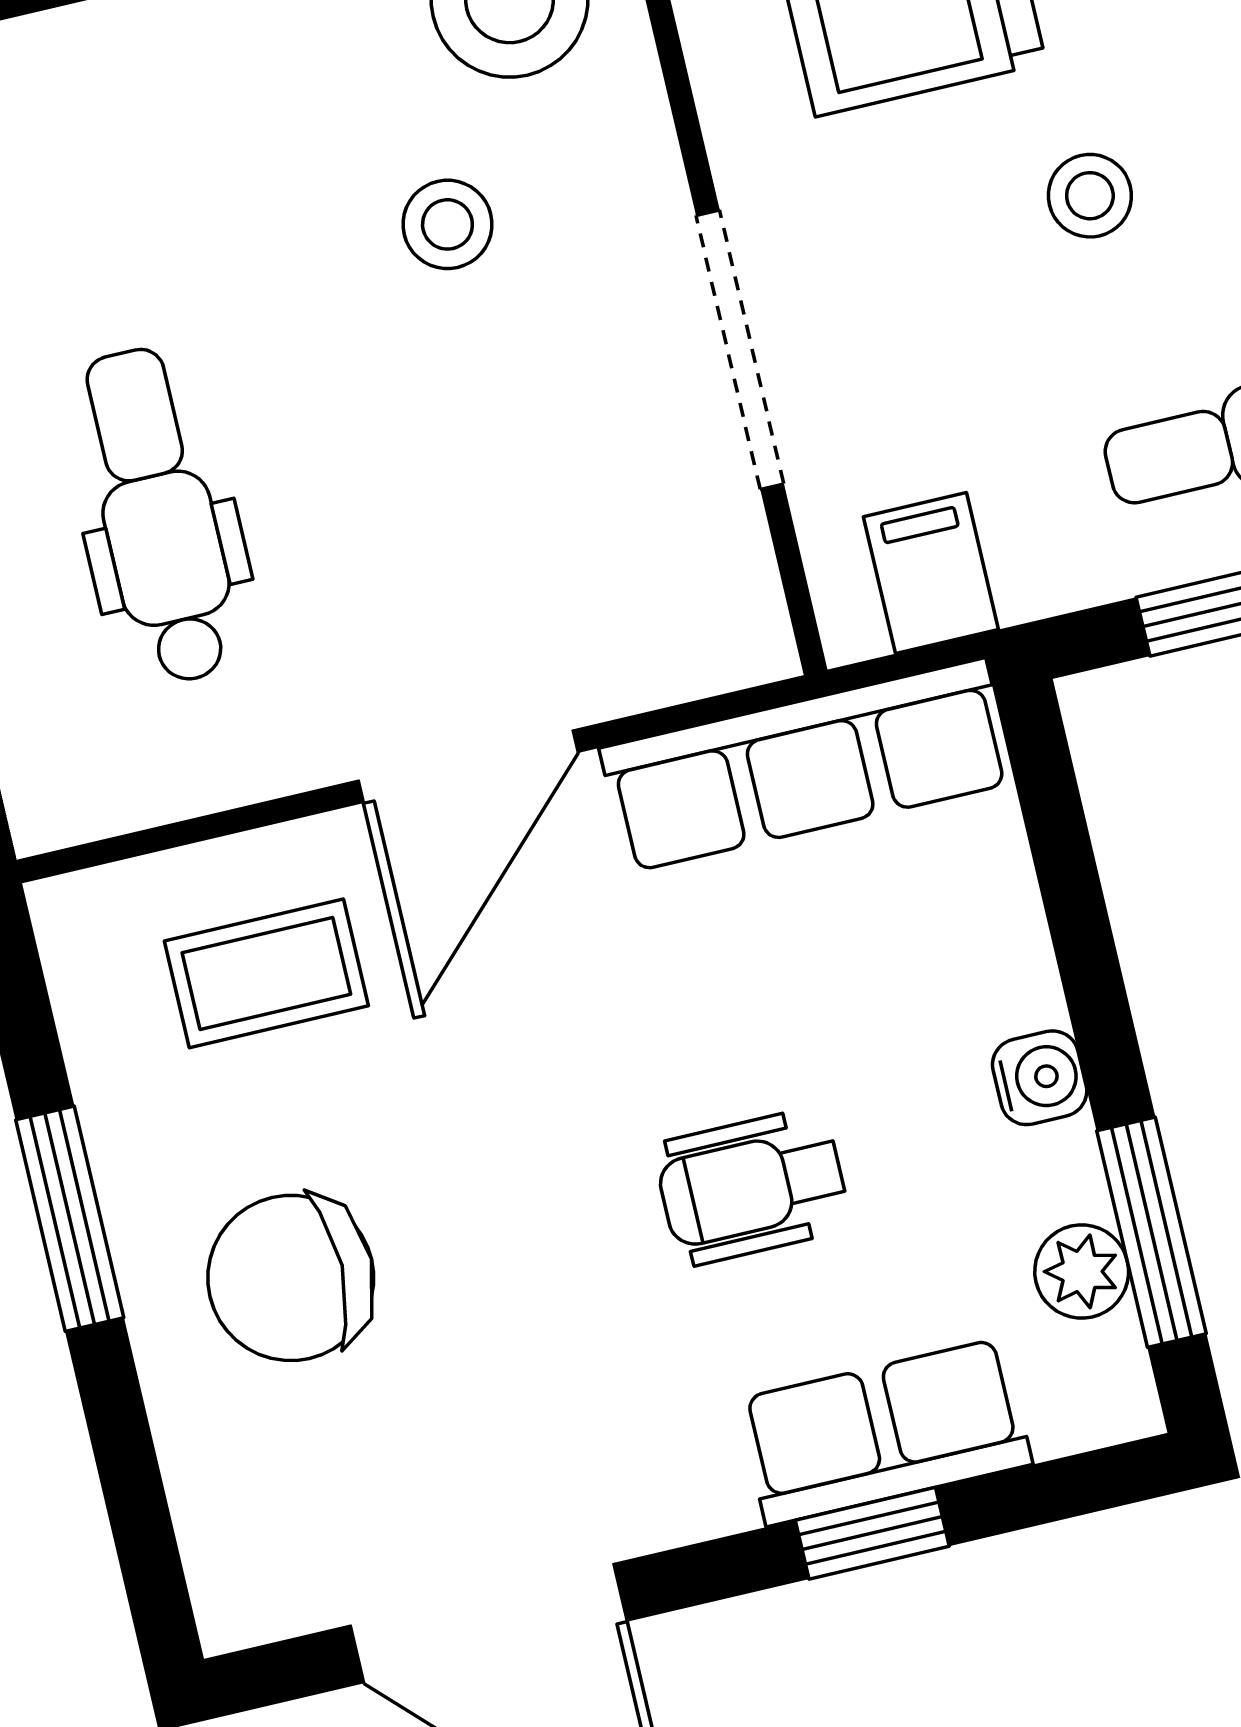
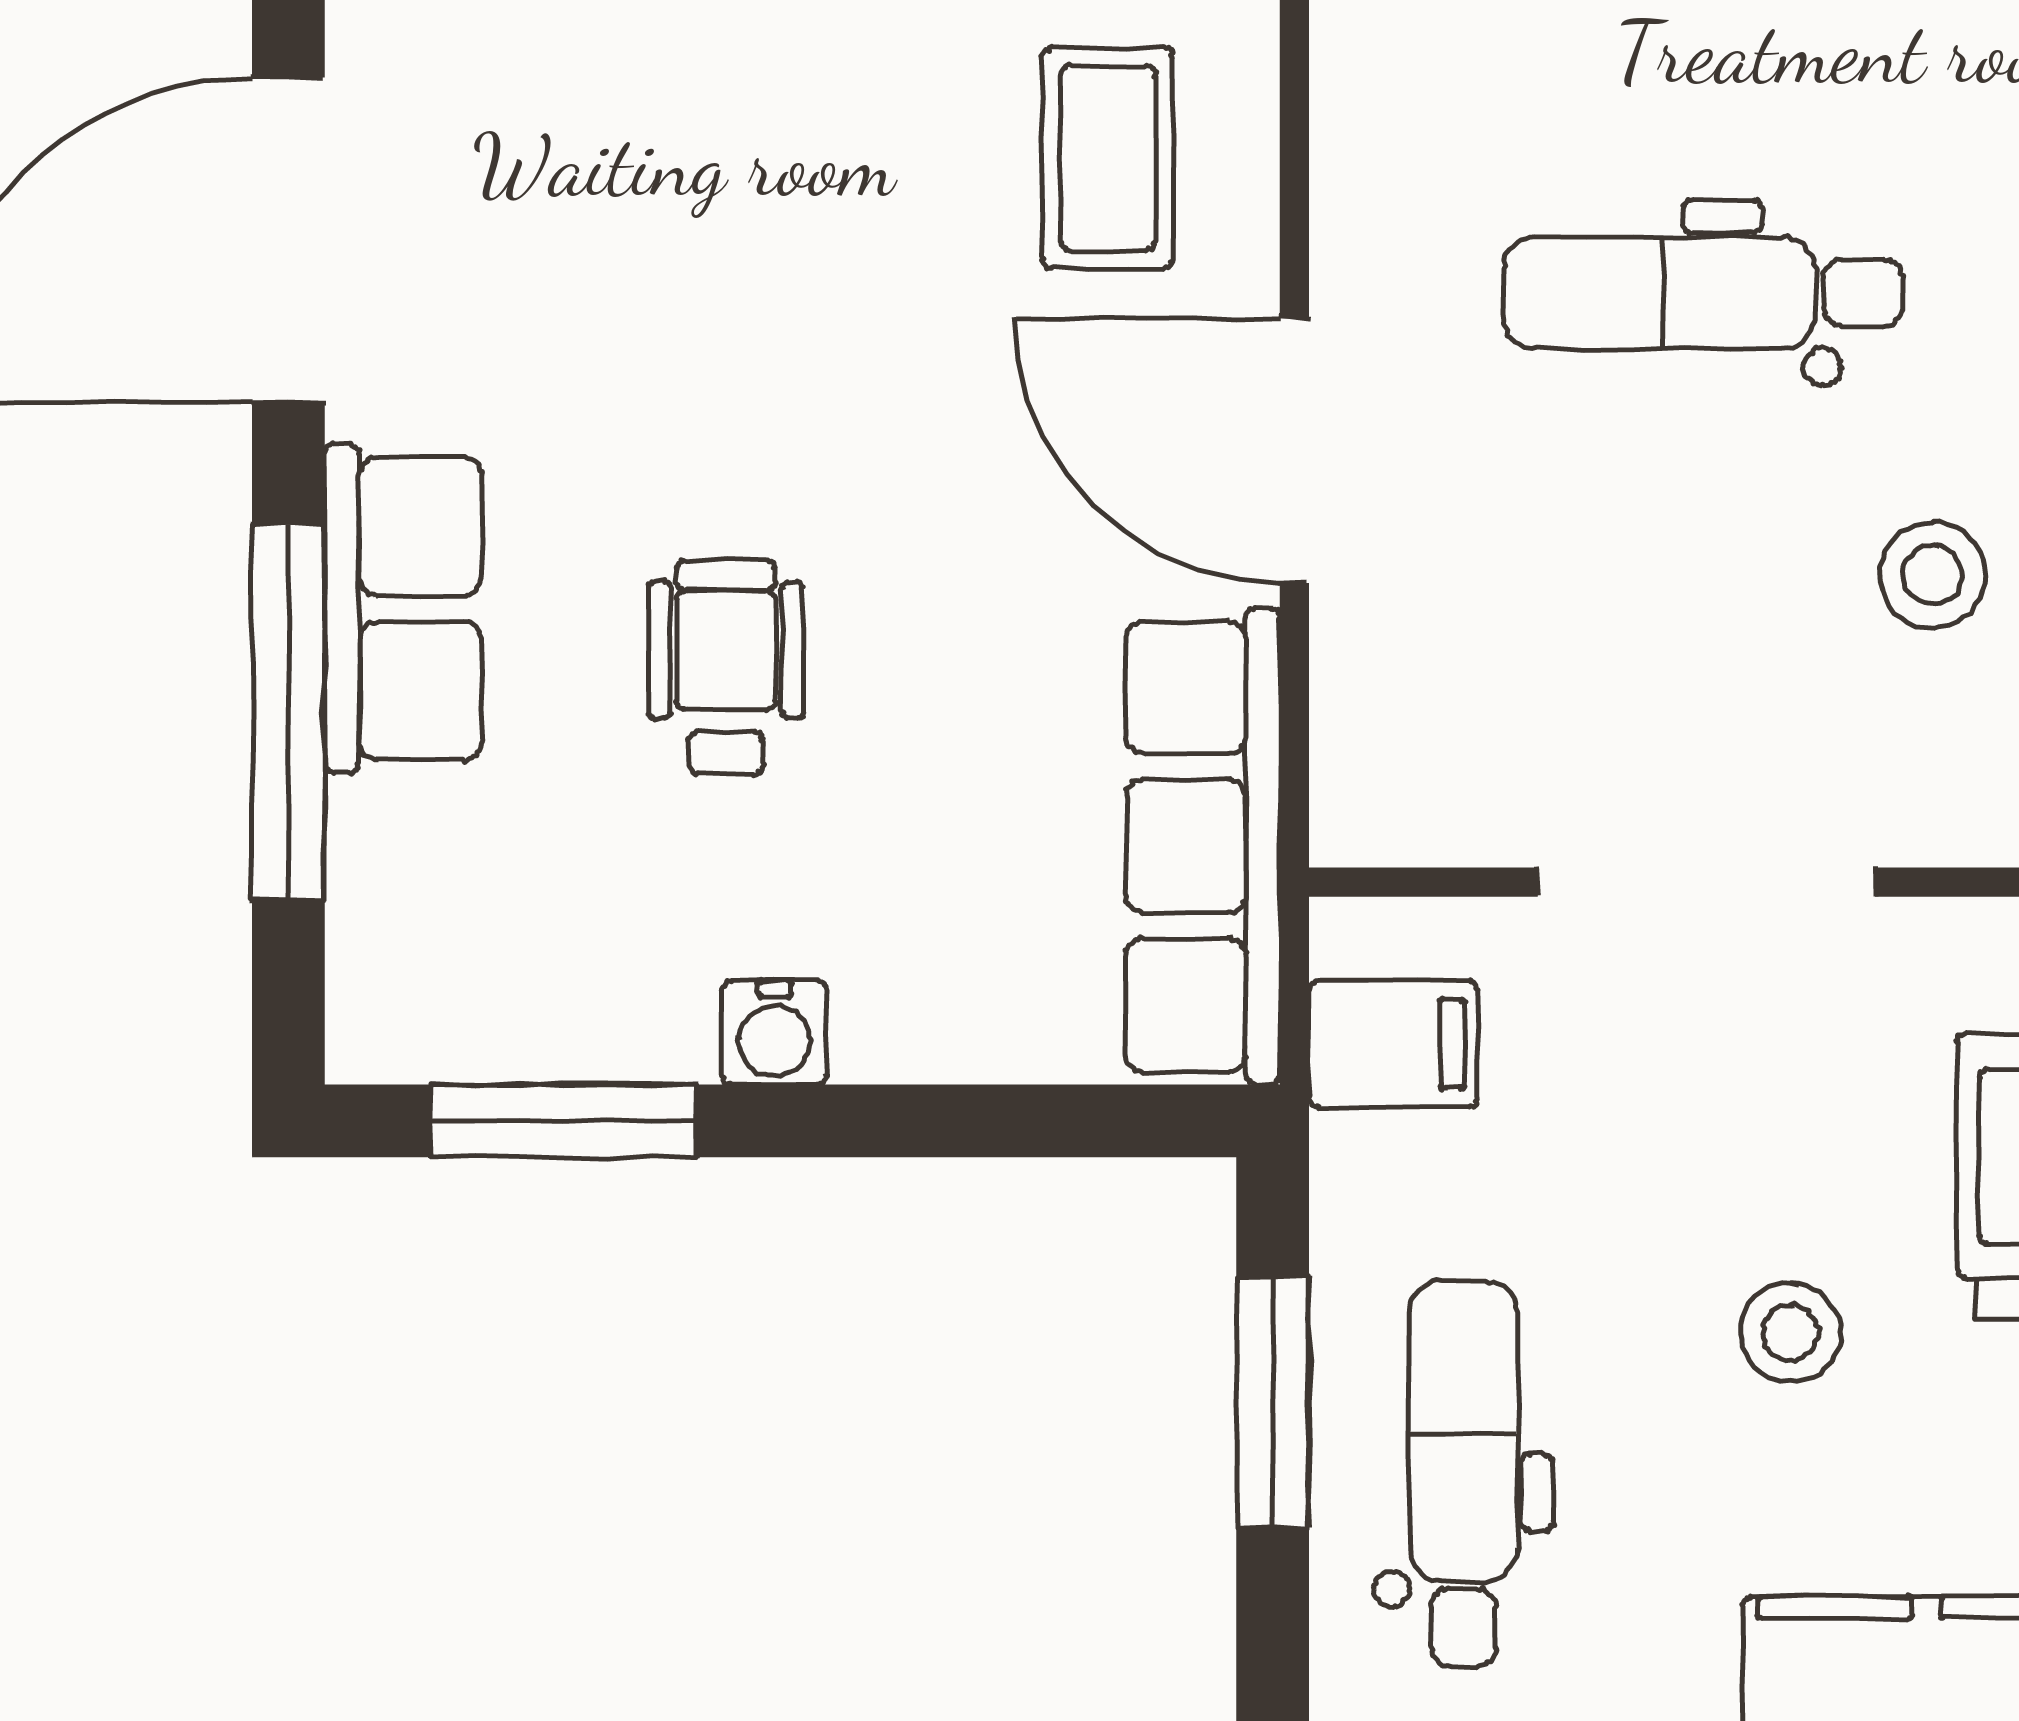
dental chair: (158, 516) -> (1703, 293), moved, turned 180
plant: (1082, 1272) -> (536, 1029), removed
chair: (291, 1278) -> (746, 103), removed
row of seats: (885, 1432) -> (403, 609), moved
window: (872, 1533) -> (288, 712), width x2.17

